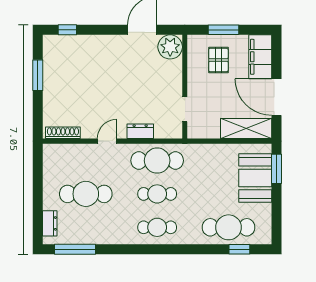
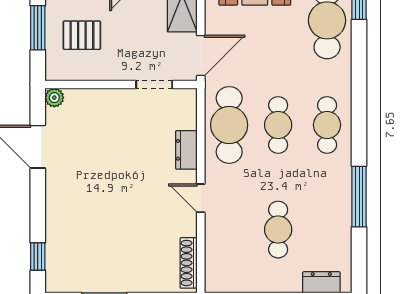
plant: (170, 47) -> (54, 98), width x0.53, depth x0.53
door: (205, 141) -> (201, 56), added
cafe table: (86, 194) -> (278, 230), width x0.73, depth x0.74
window: (75, 249) -> (359, 197), moved

